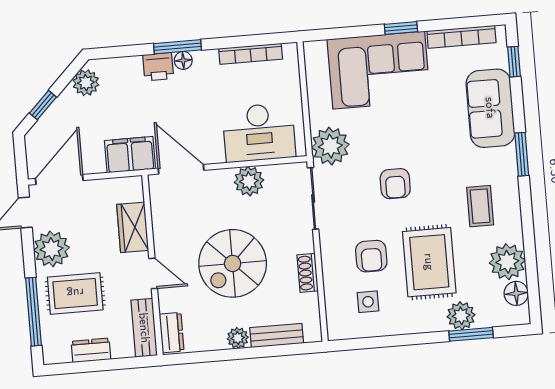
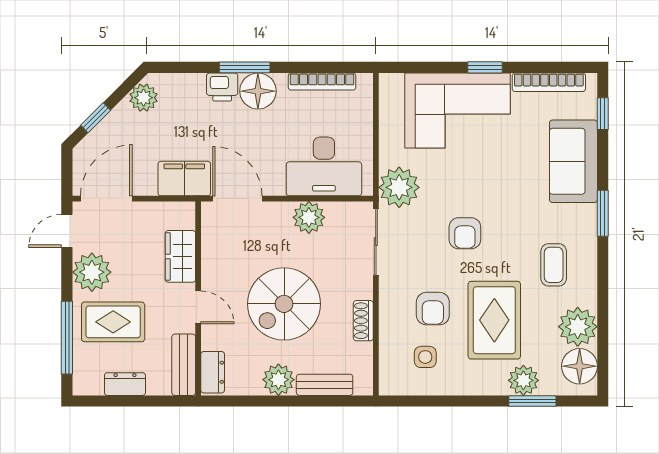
floor lamp: (183, 60) -> (258, 91), width x1.89, depth x1.89
floor lamp: (516, 293) -> (580, 366), width x1.38, depth x1.38
plant: (238, 338) -> (278, 380), width x1.38, depth x1.38

